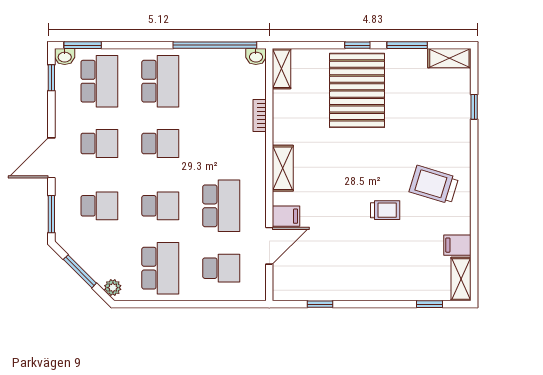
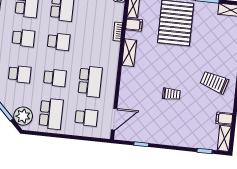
shelving: (283, 168) -> (129, 53), moved
trolley: (385, 210) -> (171, 94), moved
filing cabinet: (286, 216) -> (134, 25), moved
door: (269, 246) -> (114, 119), moved
plant: (113, 288) -> (23, 116), width x1.88, depth x1.88

